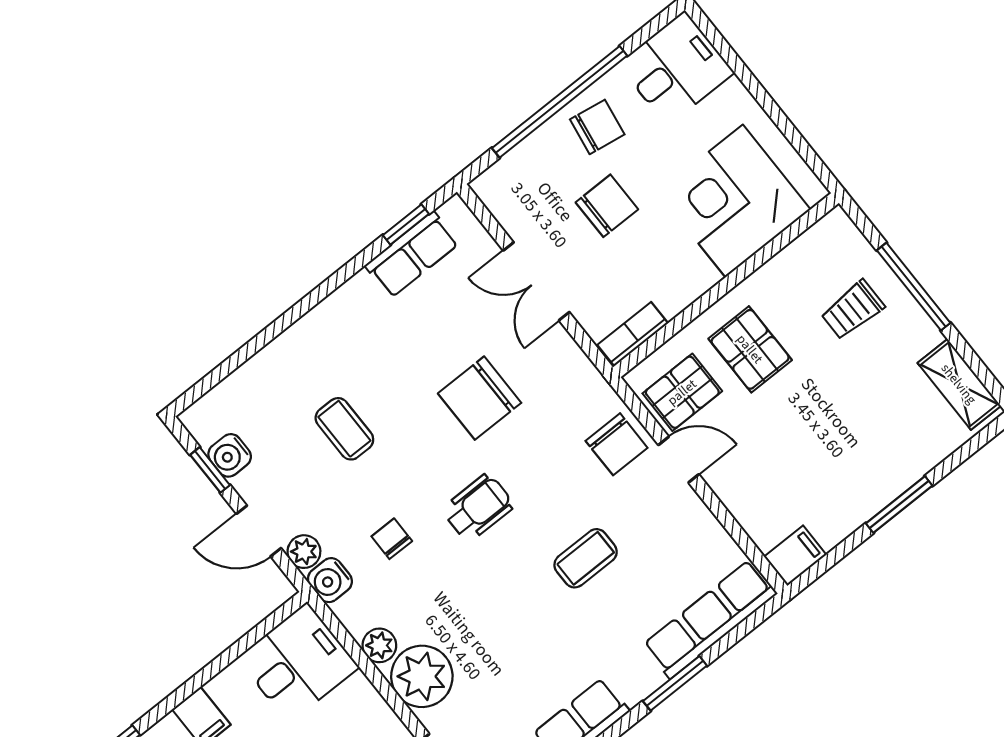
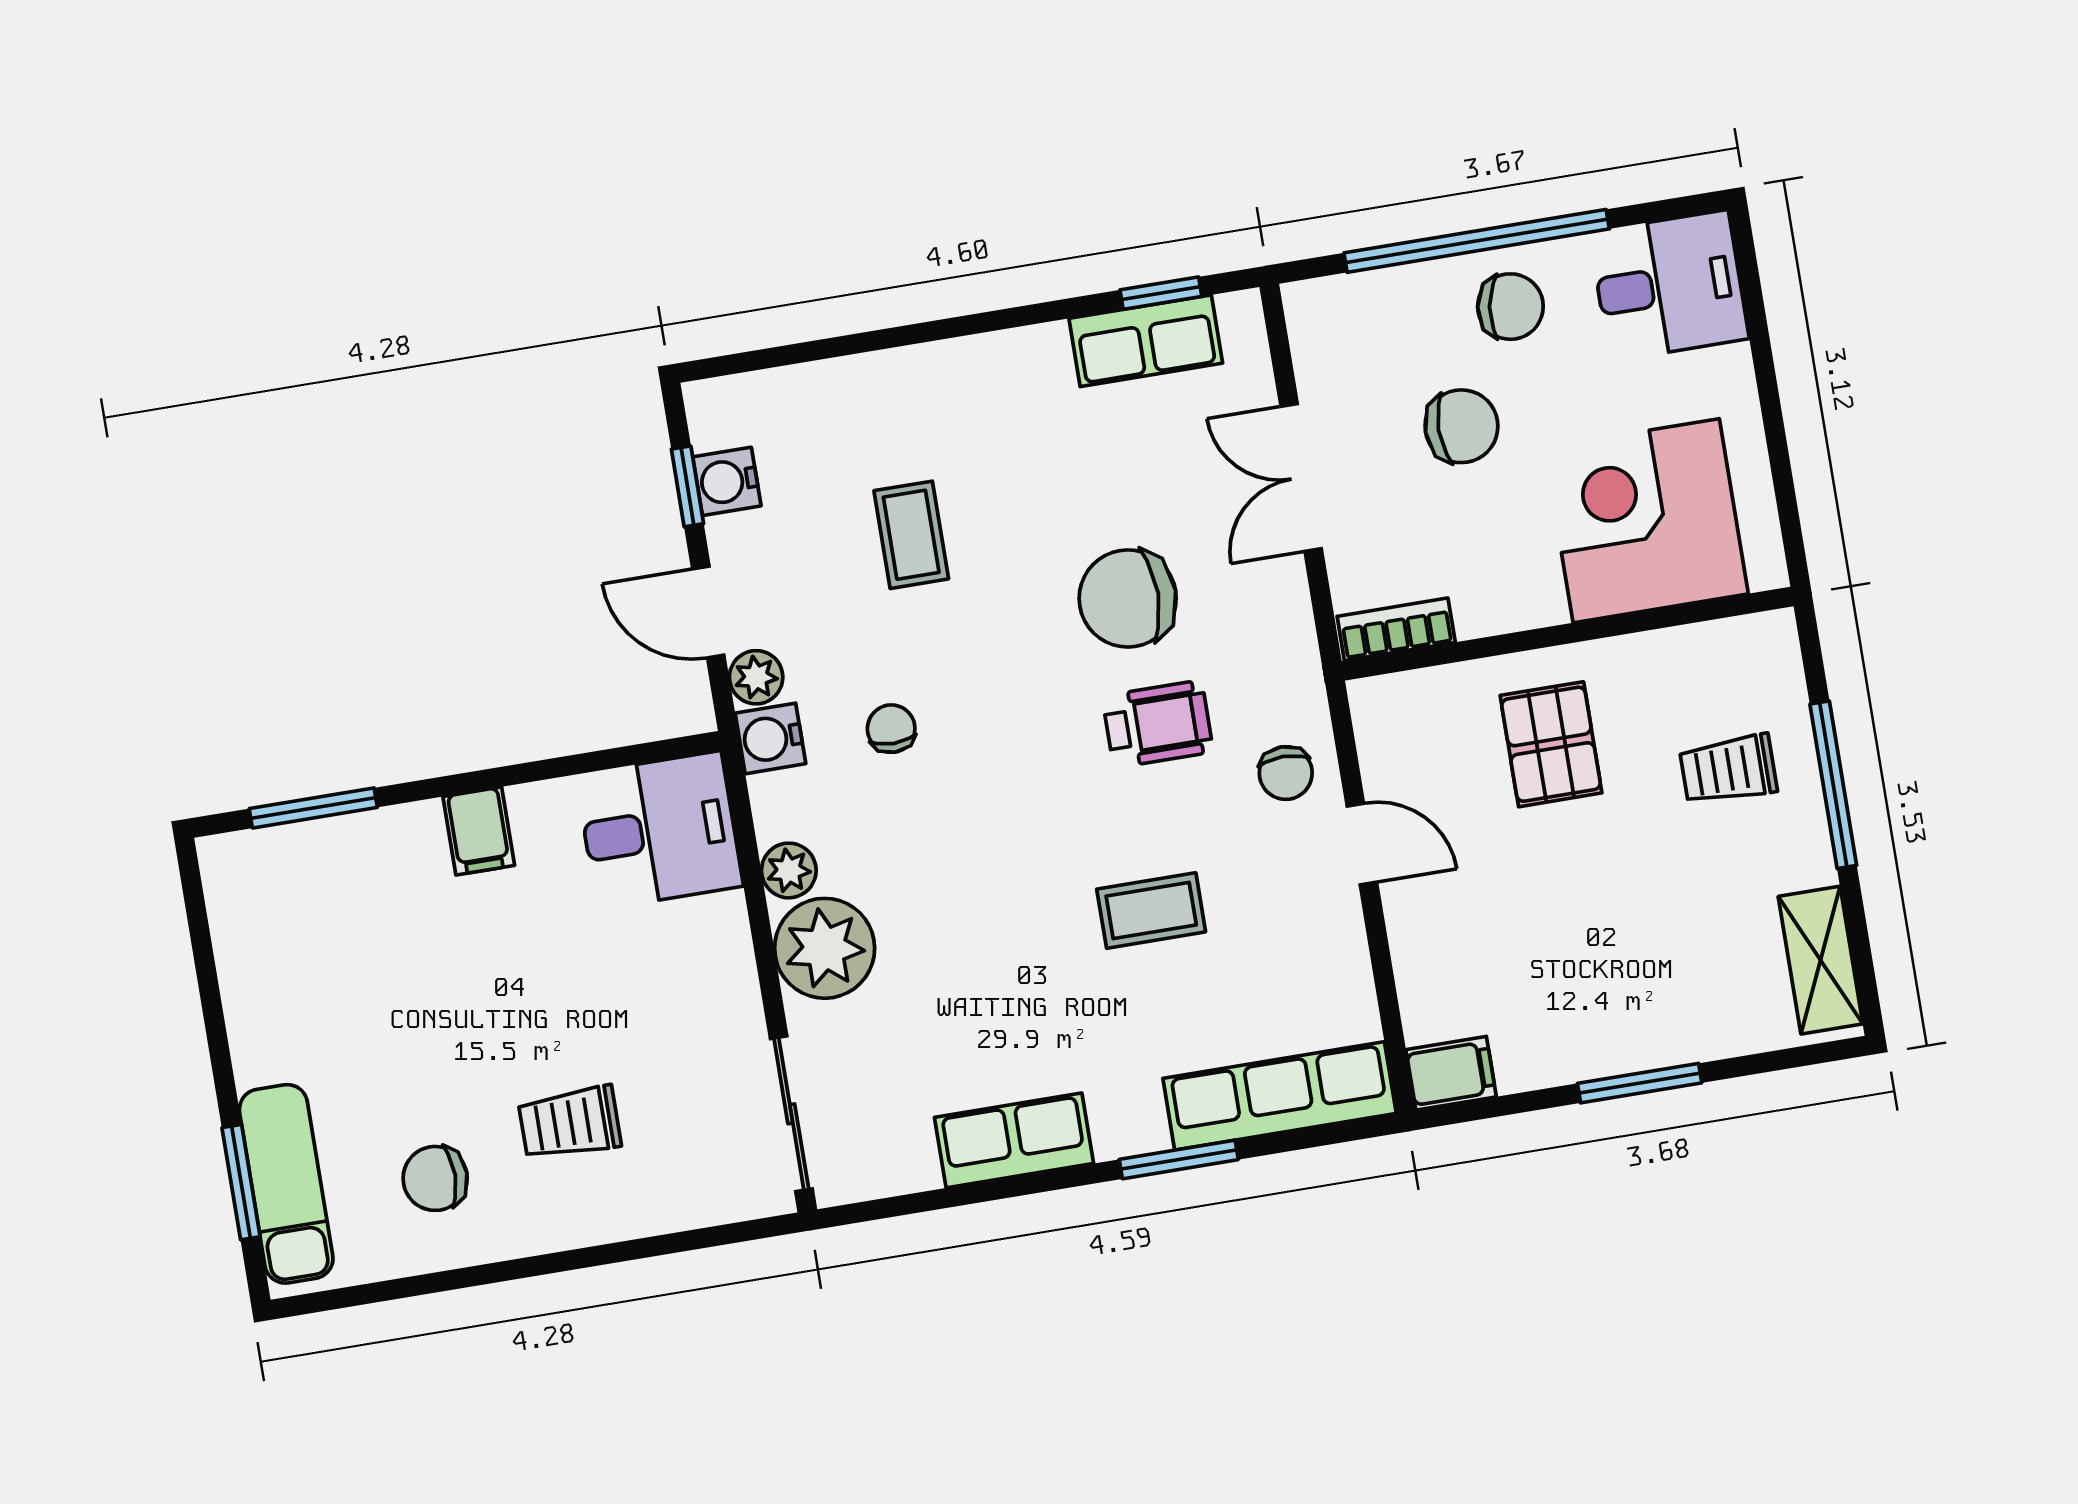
pallet: (682, 392) -> (1421, 751), removed
chair: (617, 444) -> (1286, 773), width x0.73, depth x0.73
wheelchair: (478, 508) -> (1158, 724), moved

